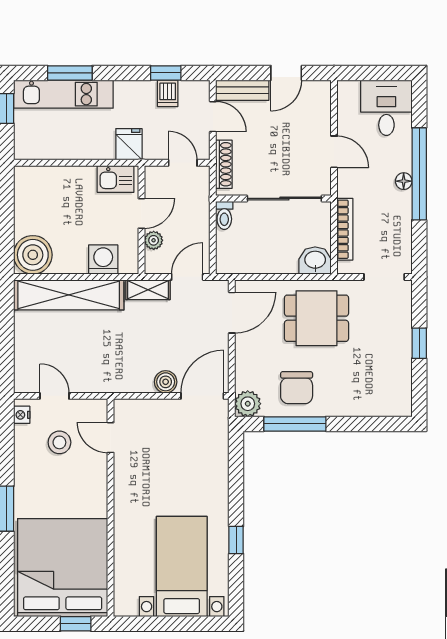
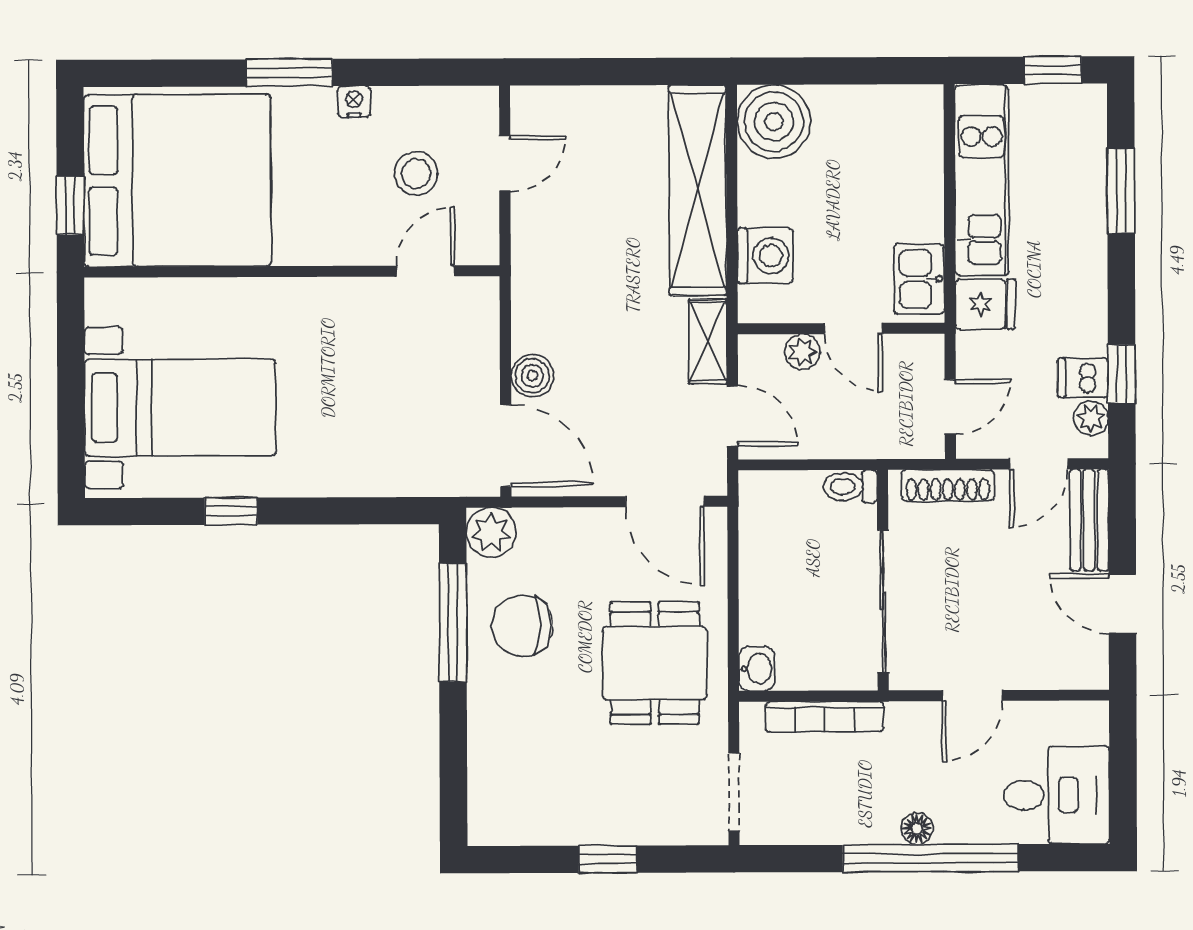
plant: (189, 89) -> (1091, 418), added
kitchen unit: (63, 94) -> (982, 180), moved, turned 180
washbasin: (315, 260) -> (757, 669), width x0.72, depth x0.69
nightstand: (22, 415) -> (354, 102), moved

